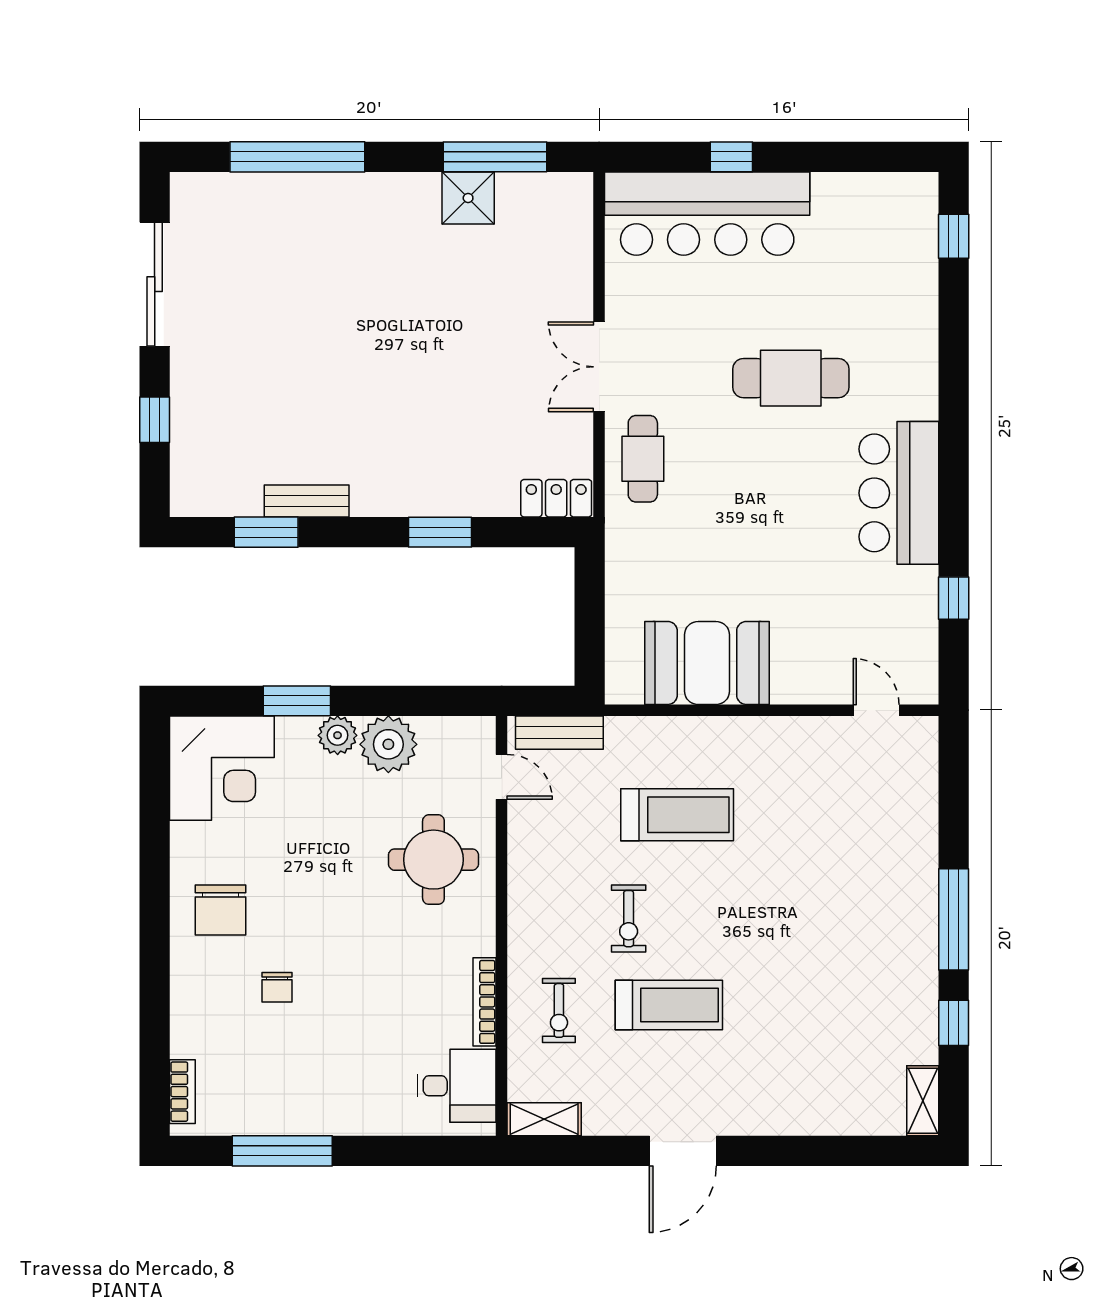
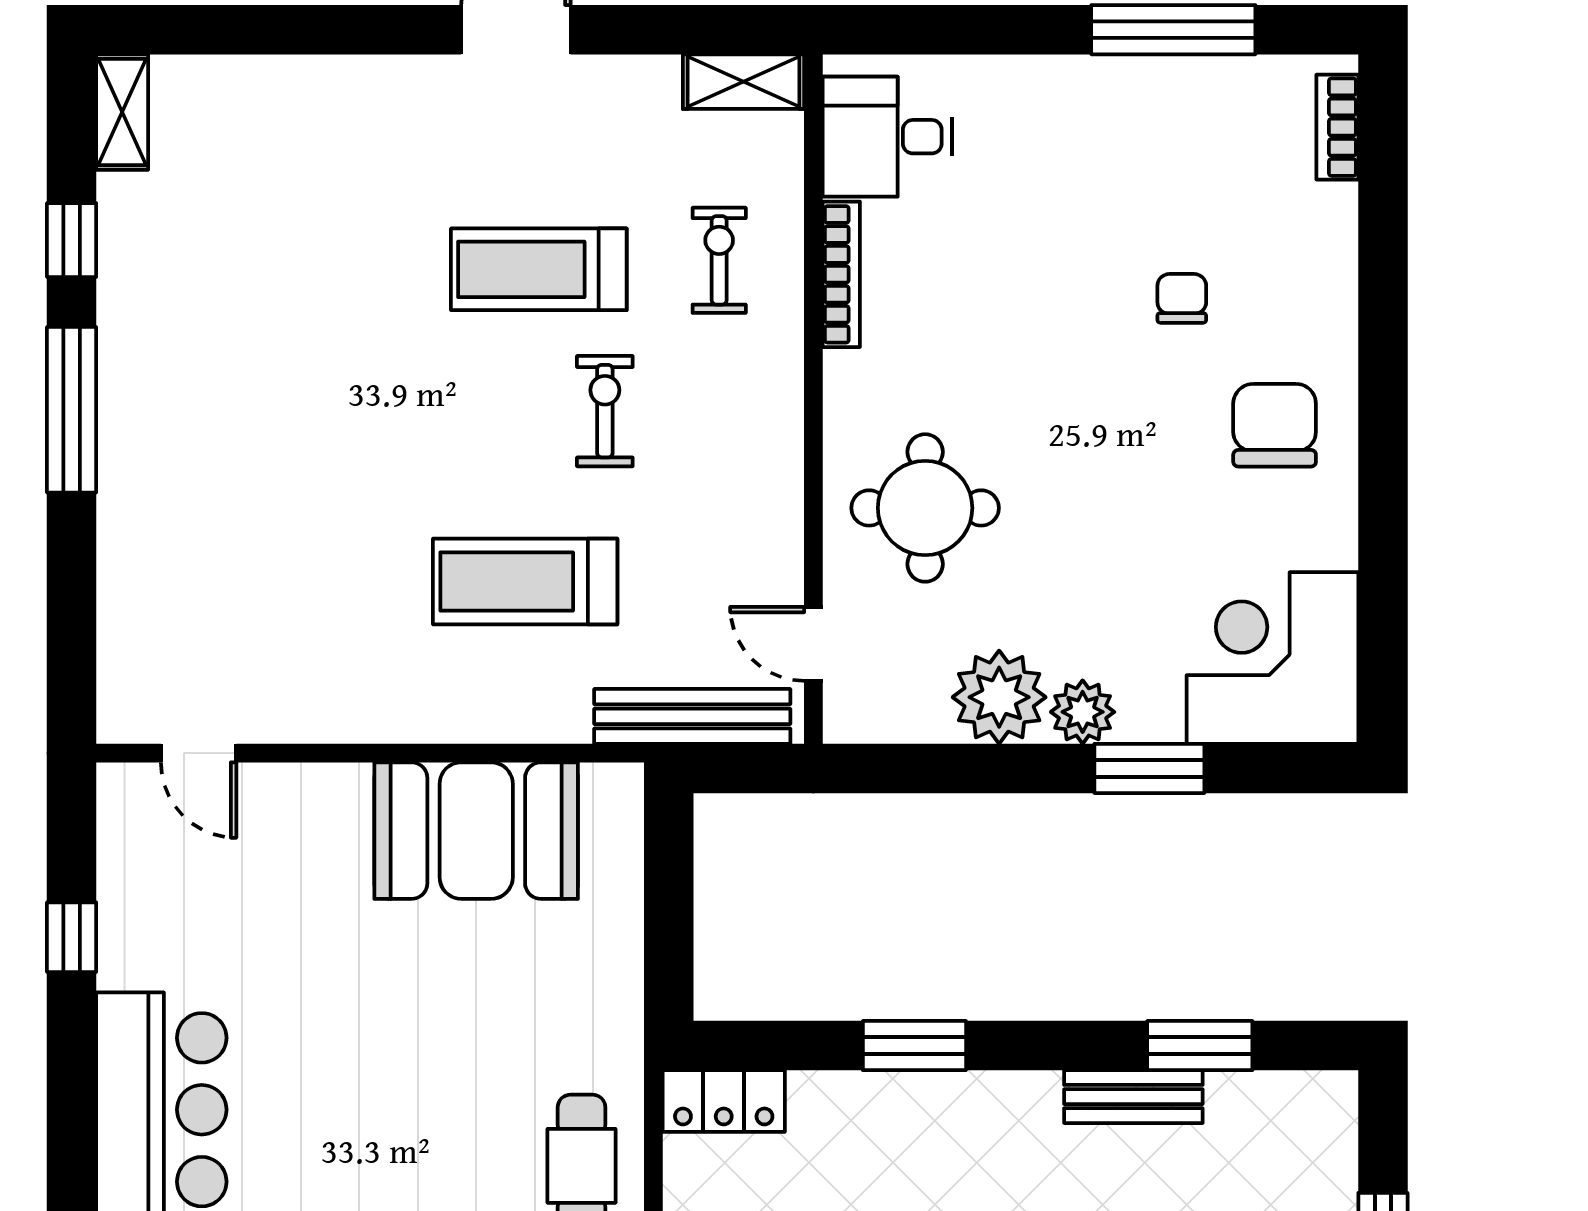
bench: (559, 733) -> (692, 716), width x1.36

